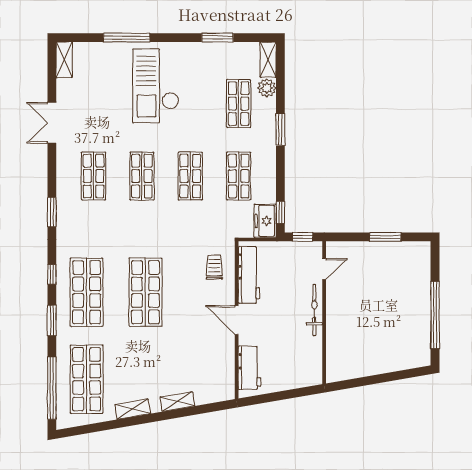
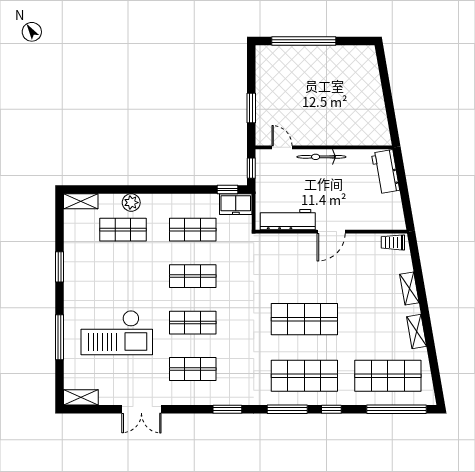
window: (218, 38) -> (60, 267), moved
checkout: (156, 86) -> (117, 333), moved
plant: (267, 88) -> (131, 203), moved
window: (280, 129) -> (148, 190), removed
window: (385, 237) -> (251, 108), moved
trolley: (214, 267) -> (393, 242), moved
window: (52, 274) -> (287, 409), width x2.17
window: (435, 315) -> (304, 41), moved
window: (52, 320) -> (331, 409), width x0.67
workbench: (249, 368) -> (386, 172), moved, turned -100

